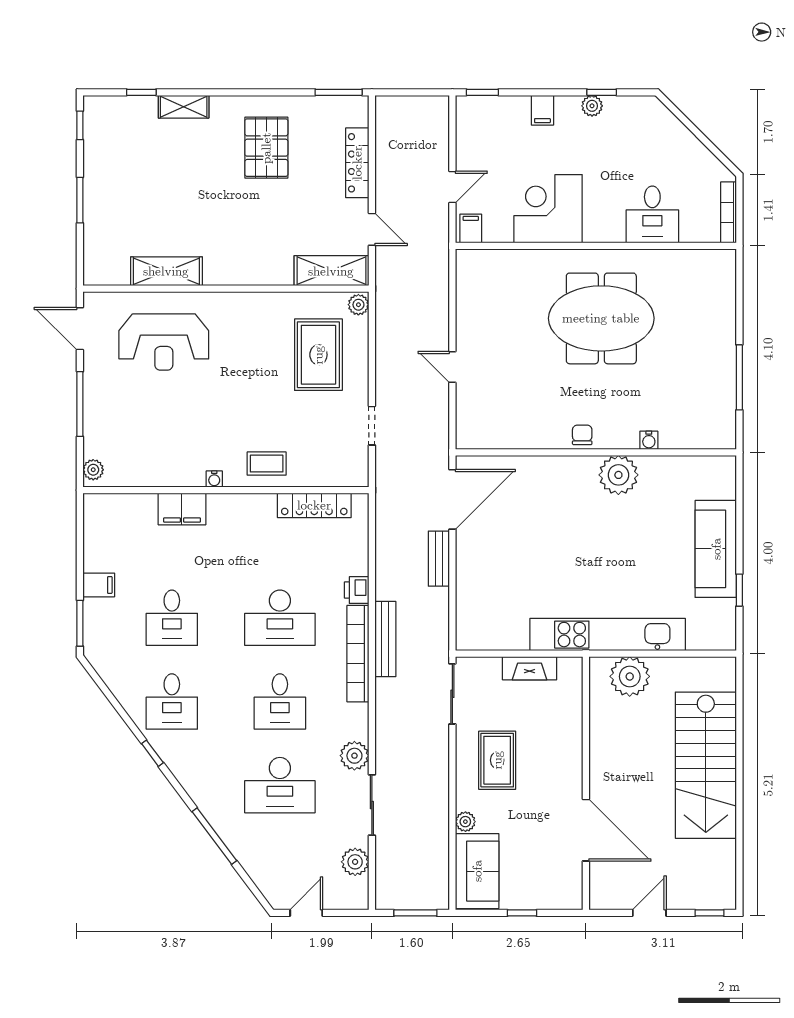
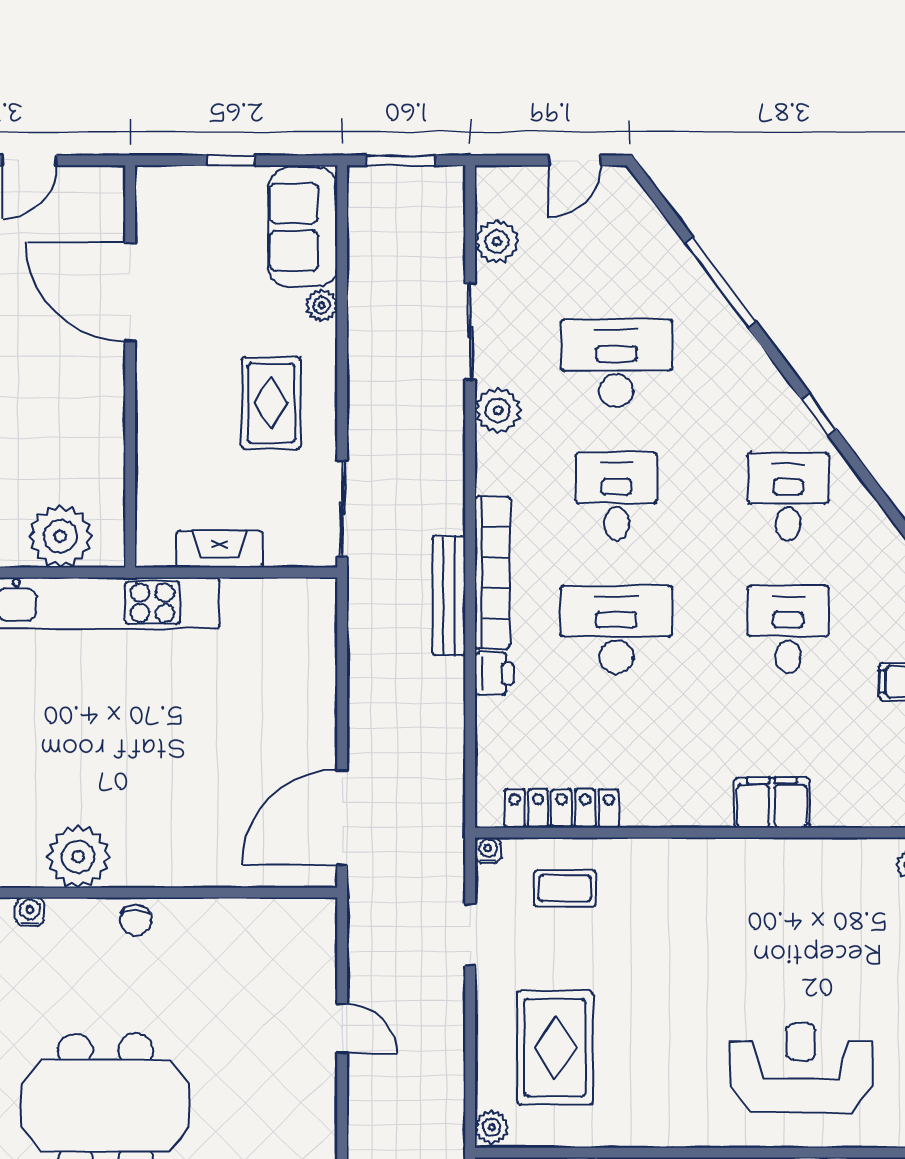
coffee table: (267, 464) -> (565, 888), moved
water cooler: (214, 479) -> (488, 850), moved
bench: (439, 559) -> (364, 724), removed

